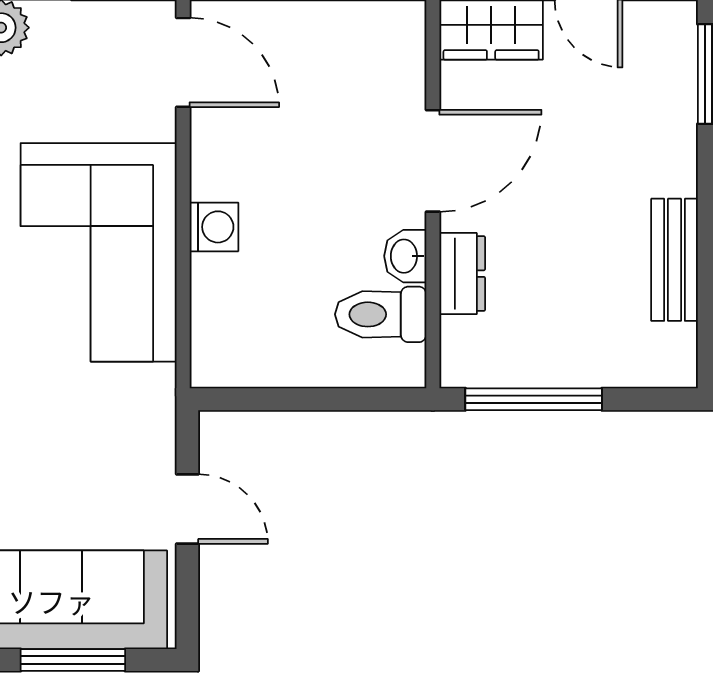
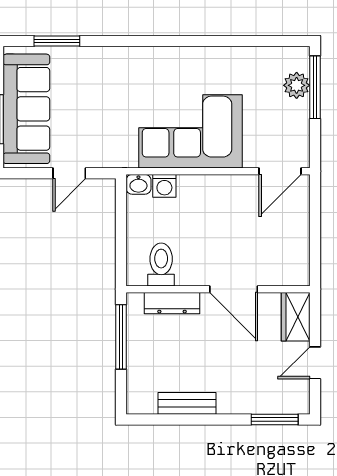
washing machine: (214, 227) -> (164, 186), moved
washbasin: (405, 256) -> (138, 184), moved, turned 180
dresser: (462, 274) -> (172, 303), width x1.44

